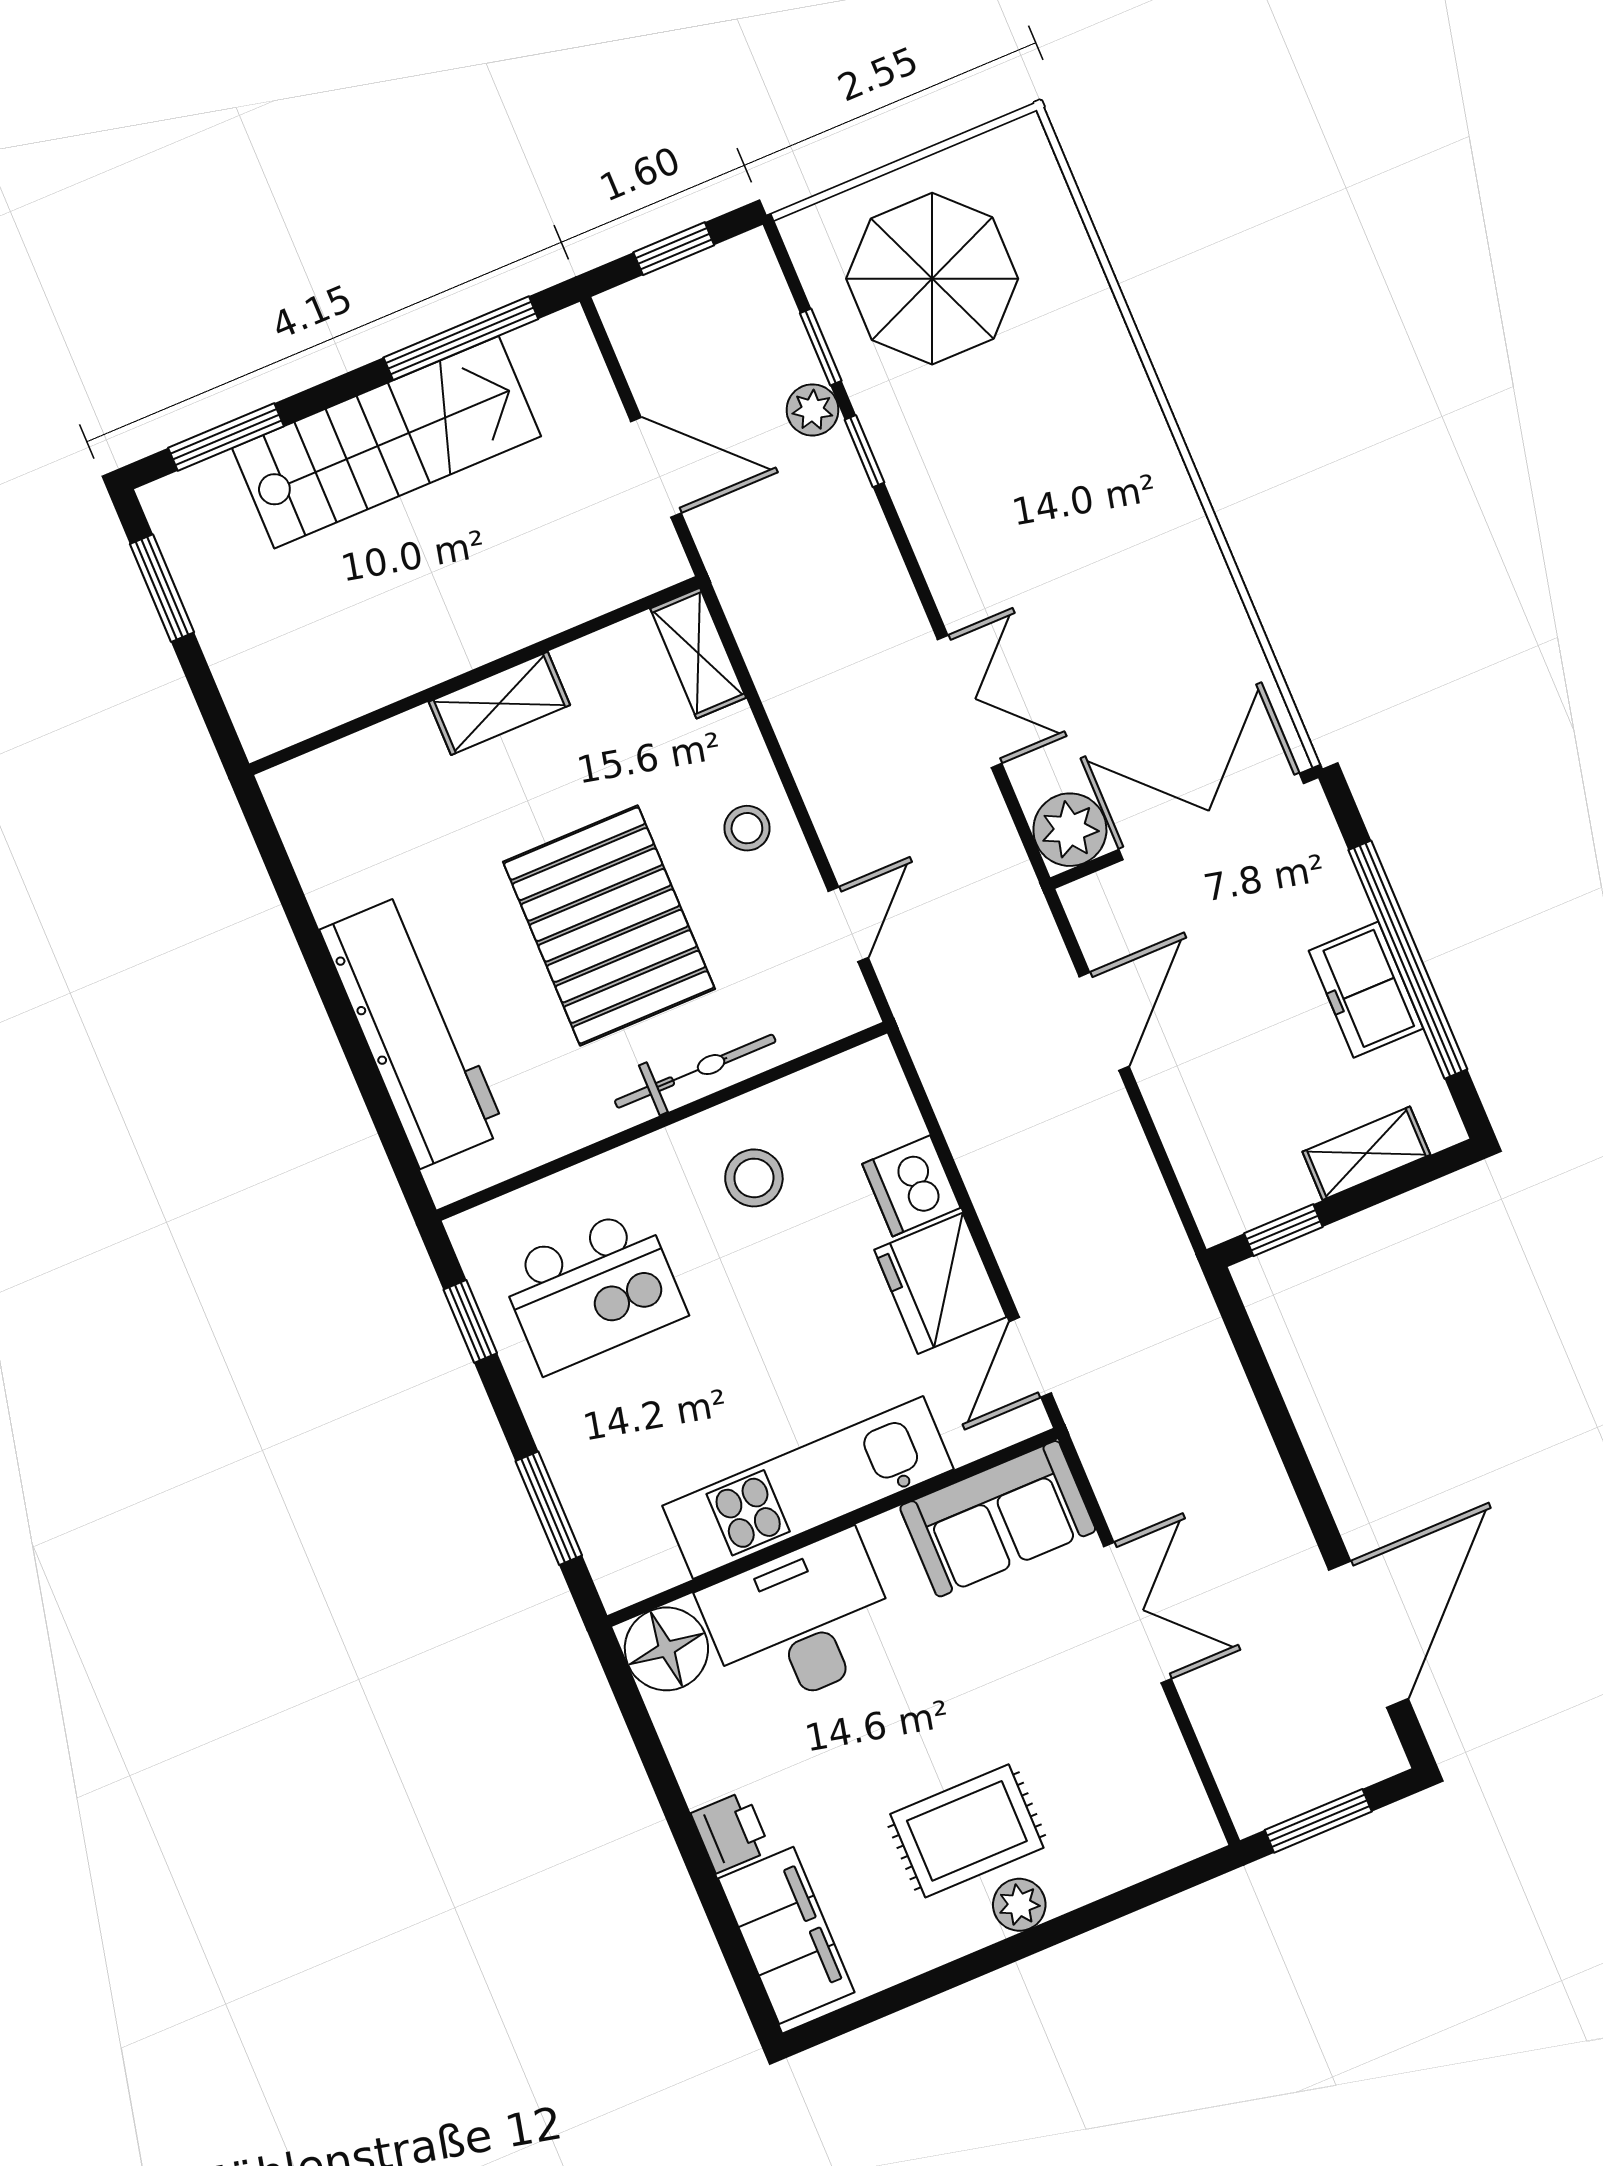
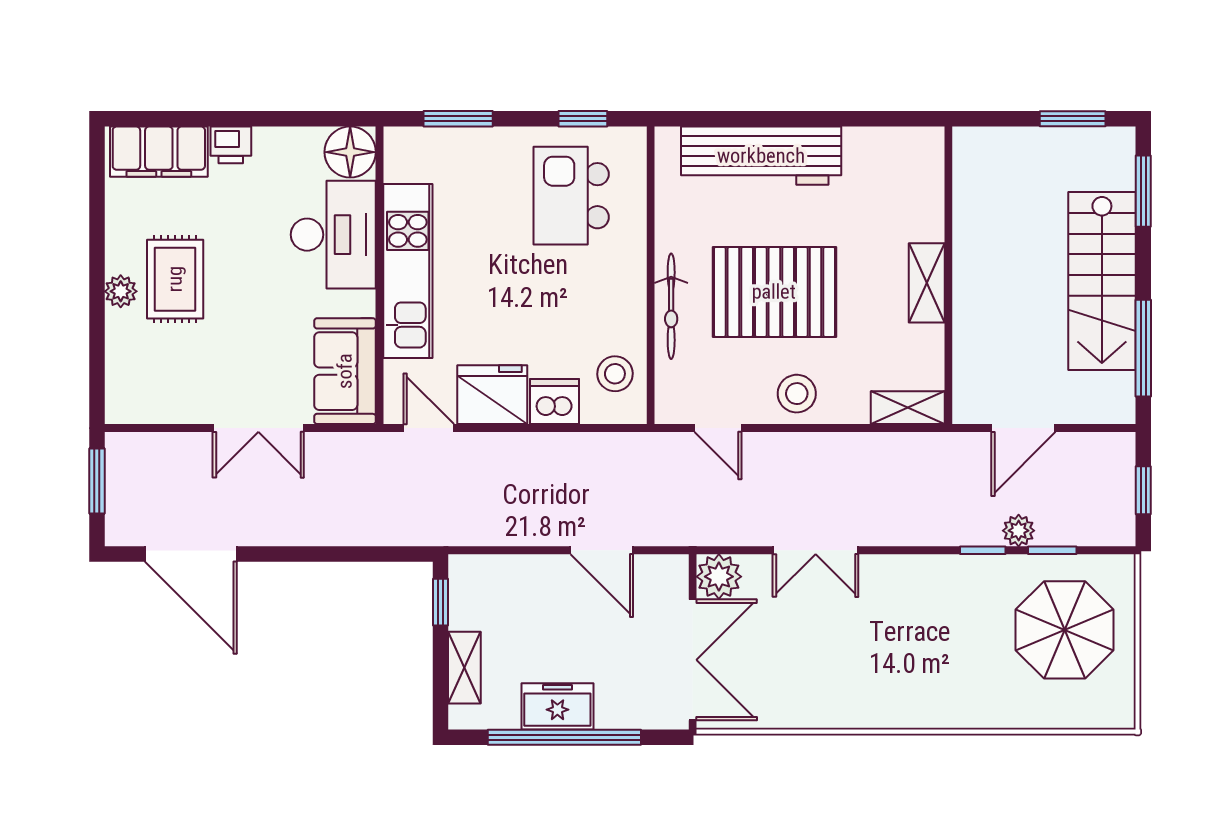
stool: (747, 828) -> (797, 394), width x1.37, depth x1.37
stool: (754, 1178) -> (615, 374), moved

